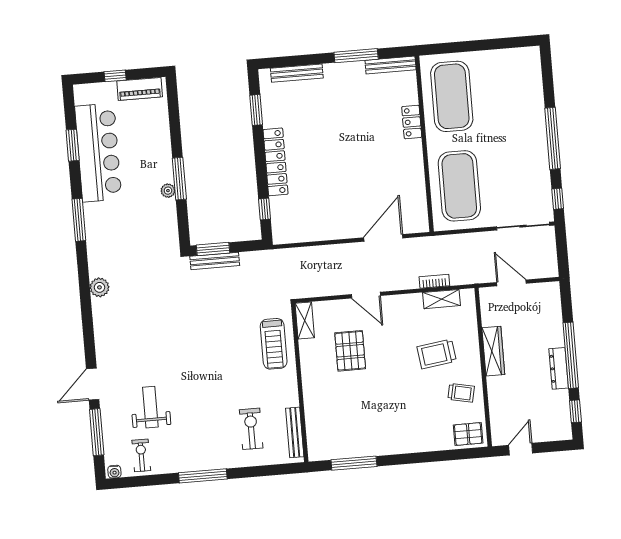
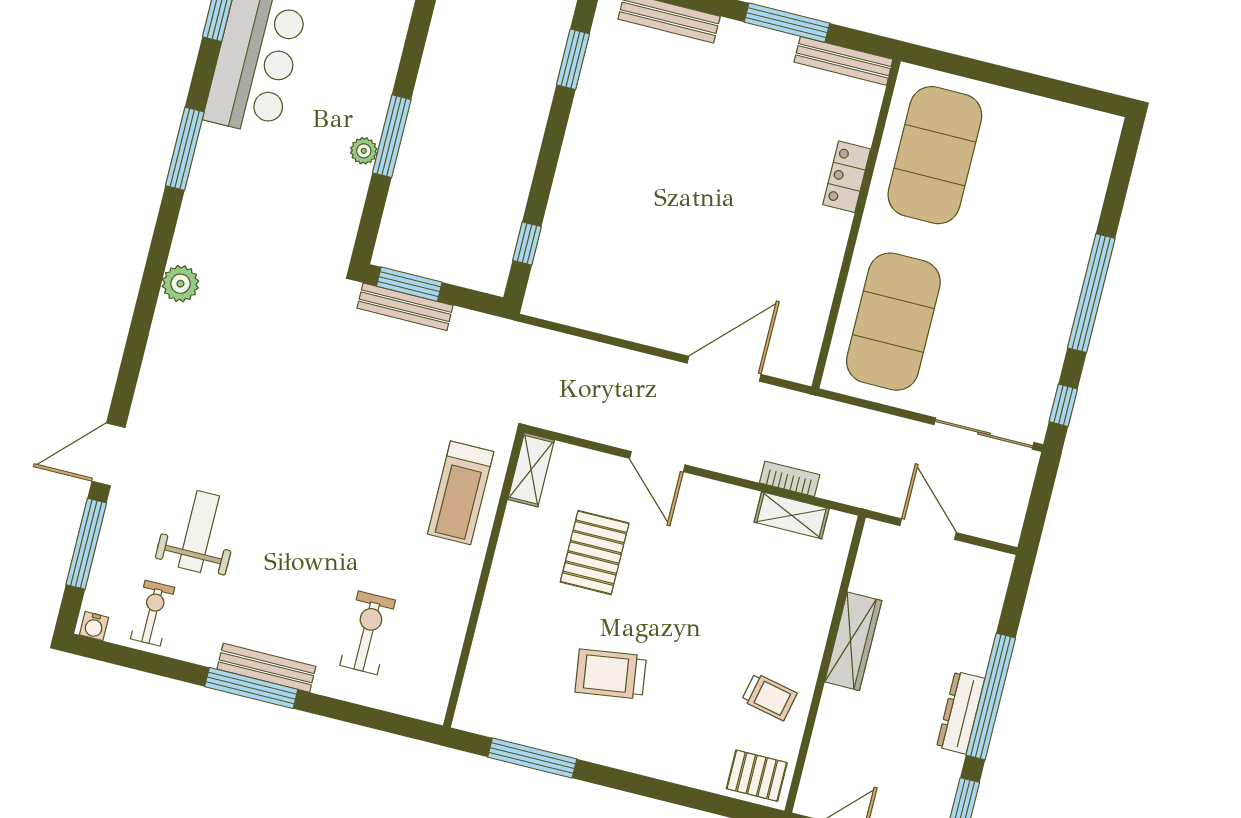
locker: (276, 162) -> (576, 165), removed
trolley: (437, 354) -> (611, 674), moved
bench: (295, 432) -> (266, 668), moved, turned 90

